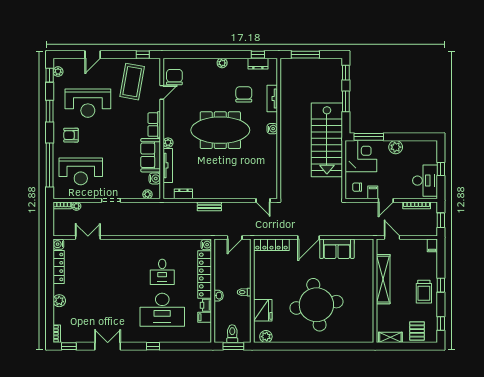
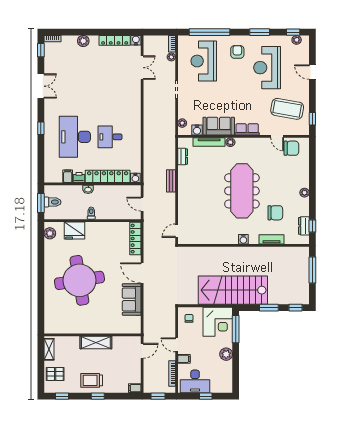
filing cabinet: (373, 192) -> (184, 359), moved
shelving: (383, 279) -> (96, 343), width x0.68

